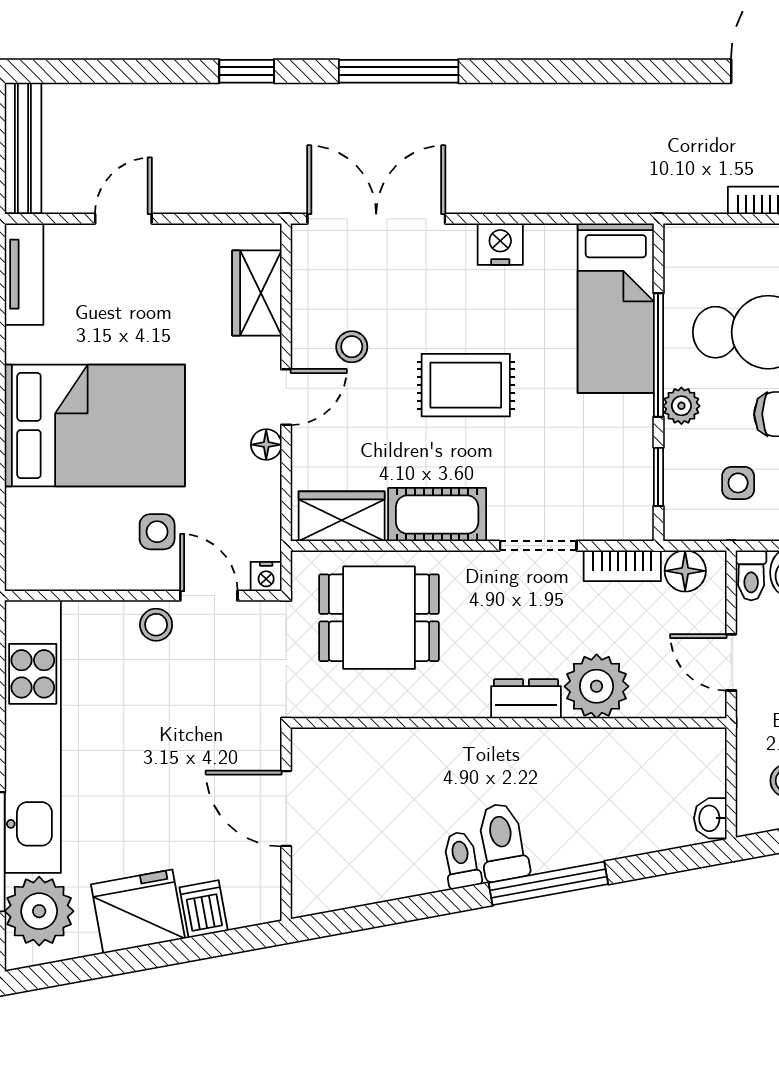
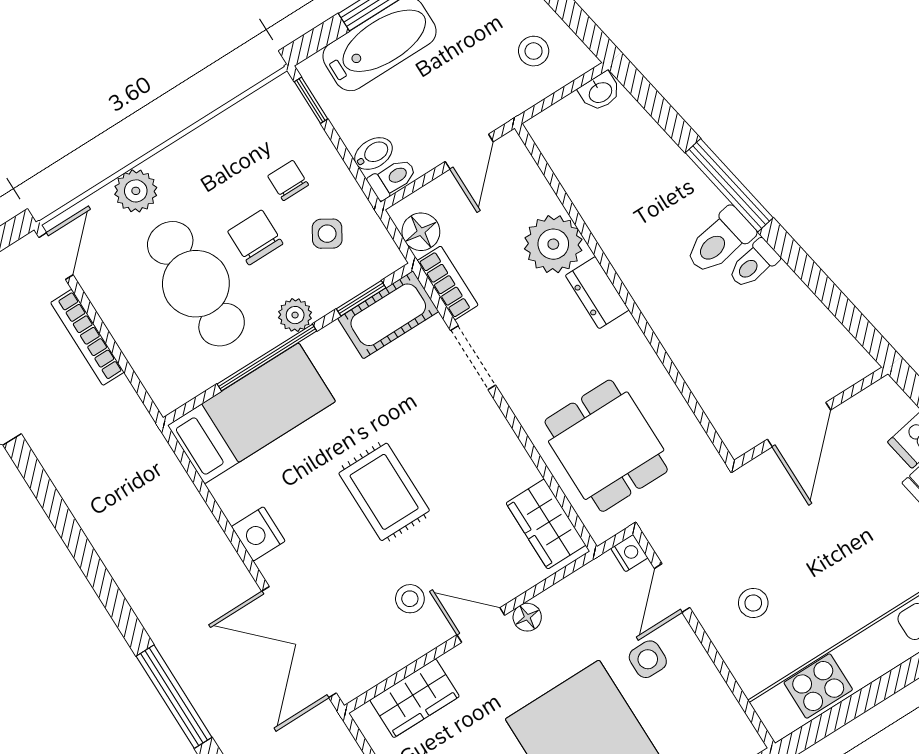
side table: (738, 483) -> (327, 234), turned 31
cot: (437, 515) -> (388, 315), moved, turned 90
stool: (156, 625) -> (753, 603), moved

